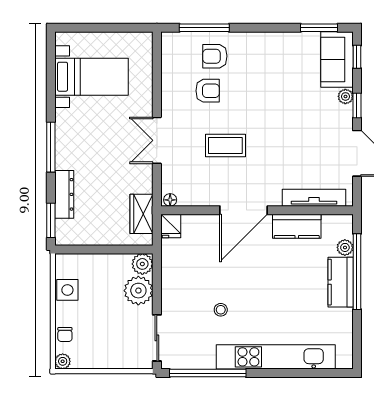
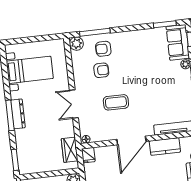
plant: (172, 43) -> (76, 44), added
dresser: (64, 194) -> (18, 114), moved

